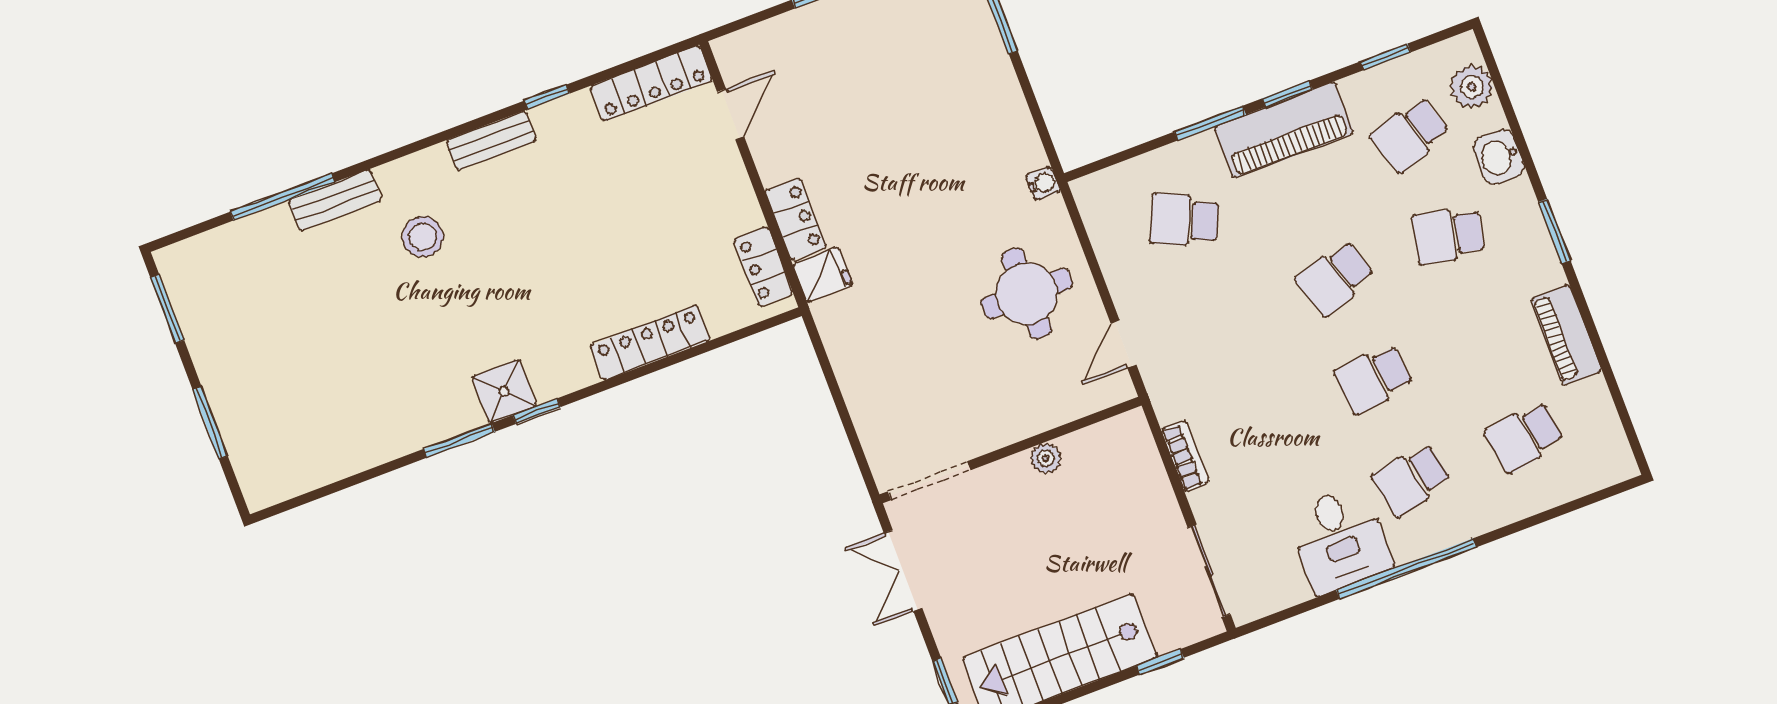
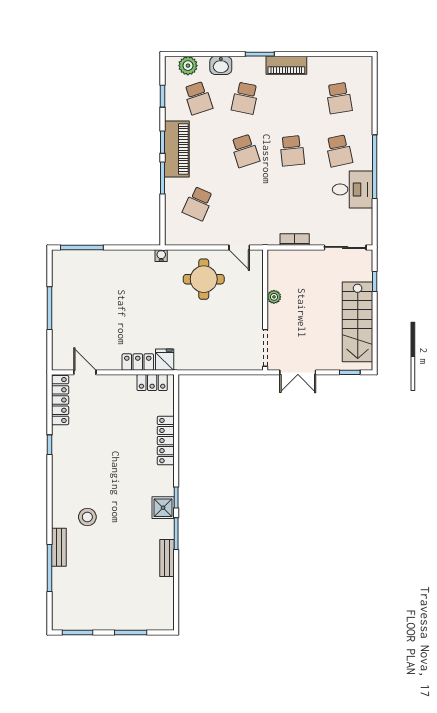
bench: (491, 141) -> (167, 558), moved
piano: (1566, 335) -> (286, 65), moved

